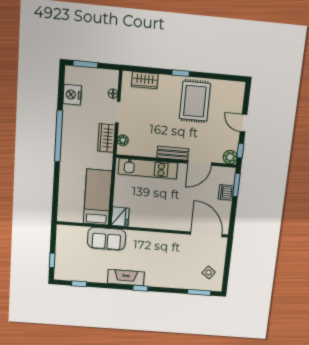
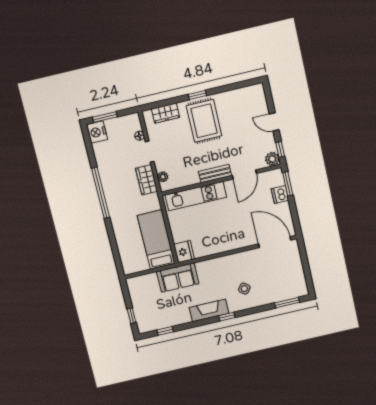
nightstand: (72, 95) -> (97, 132), moved
rug: (195, 101) -> (204, 121), moved
side table: (209, 272) -> (244, 289), moved

